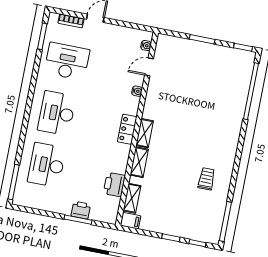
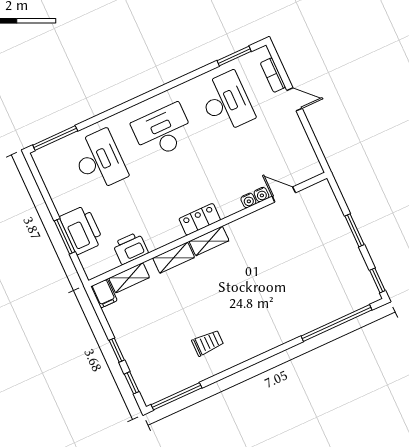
water cooler: (146, 46) -> (261, 195), moved
desk: (47, 165) -> (99, 160), turned 90
printer: (81, 210) -> (82, 230), width x1.87, depth x1.48

